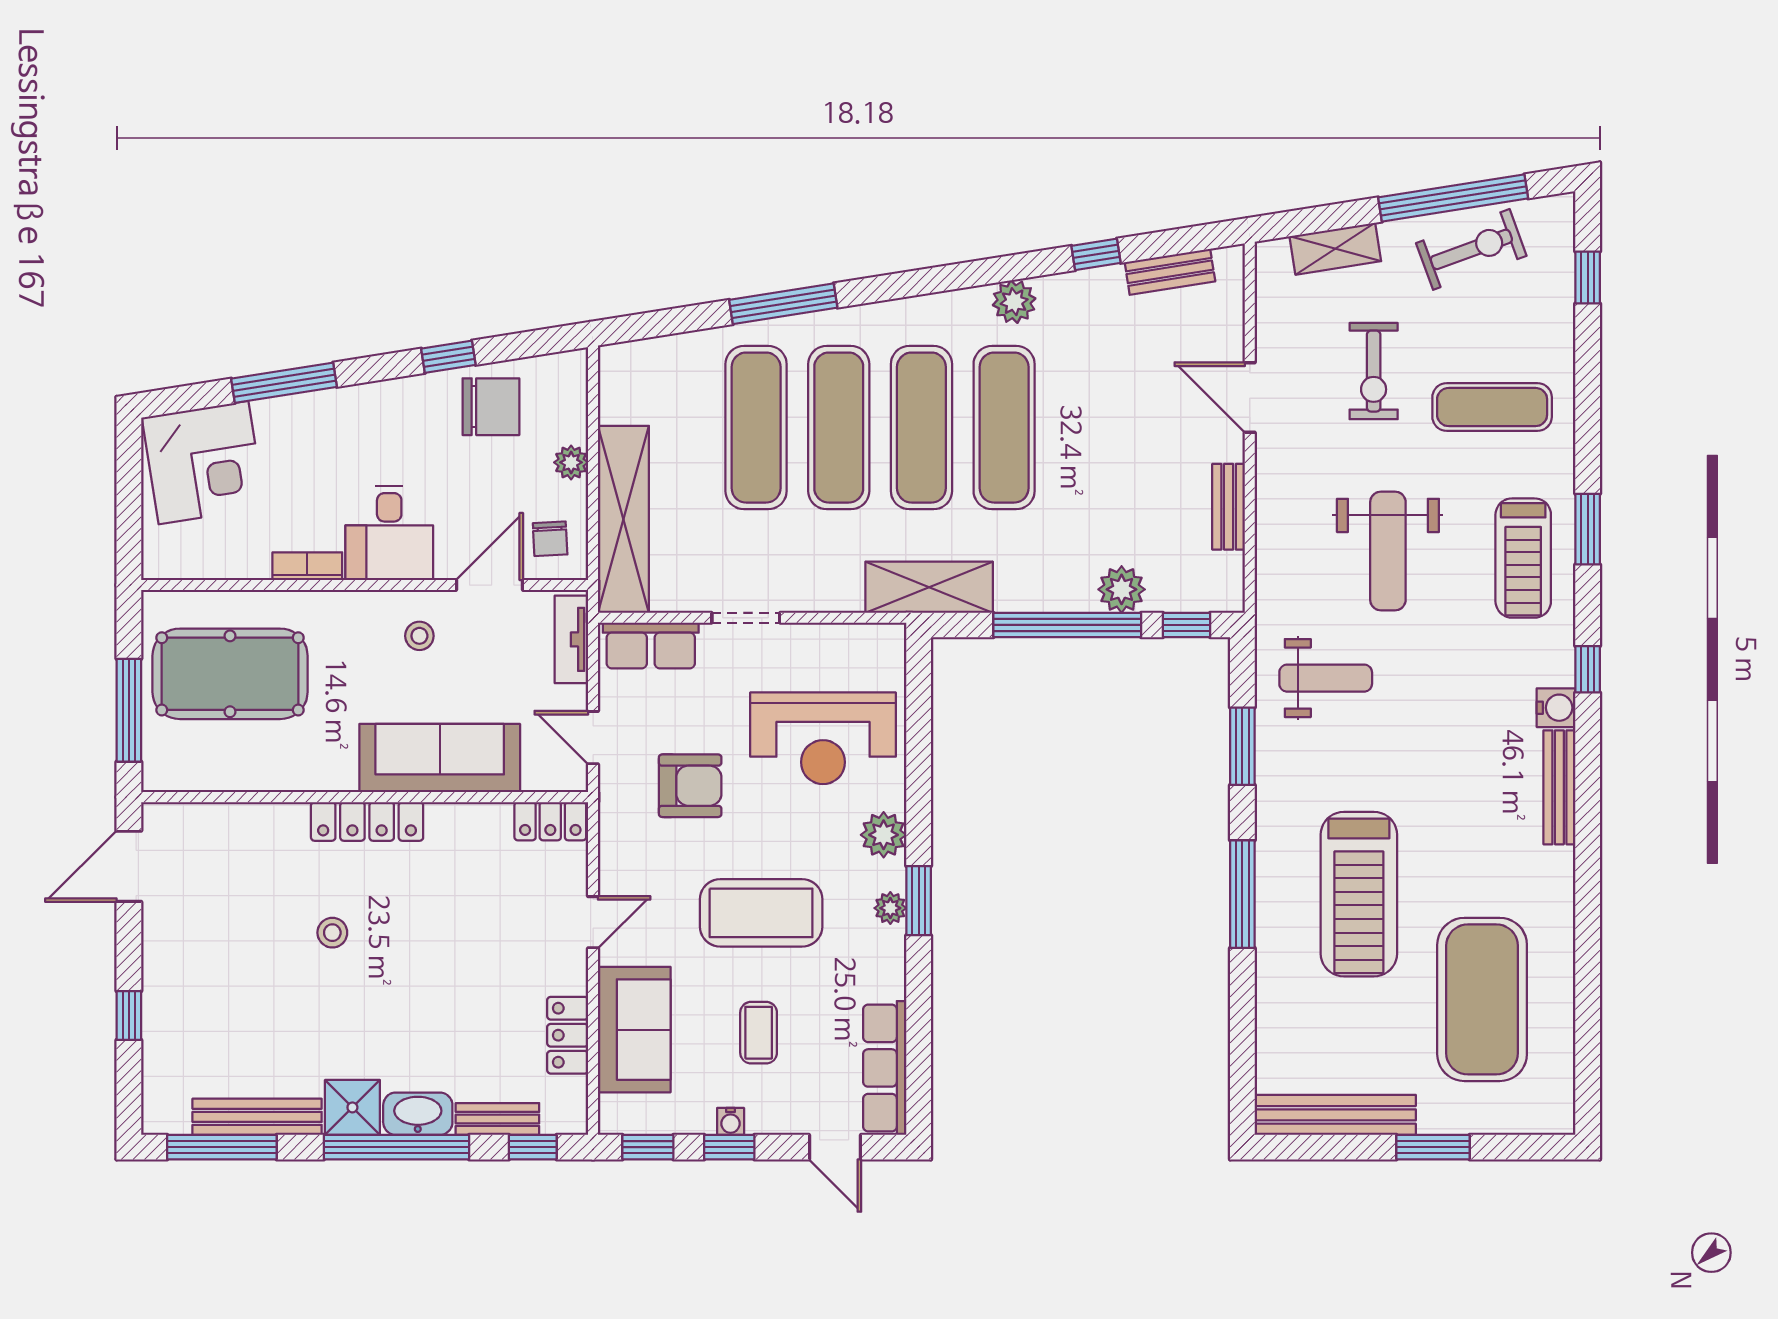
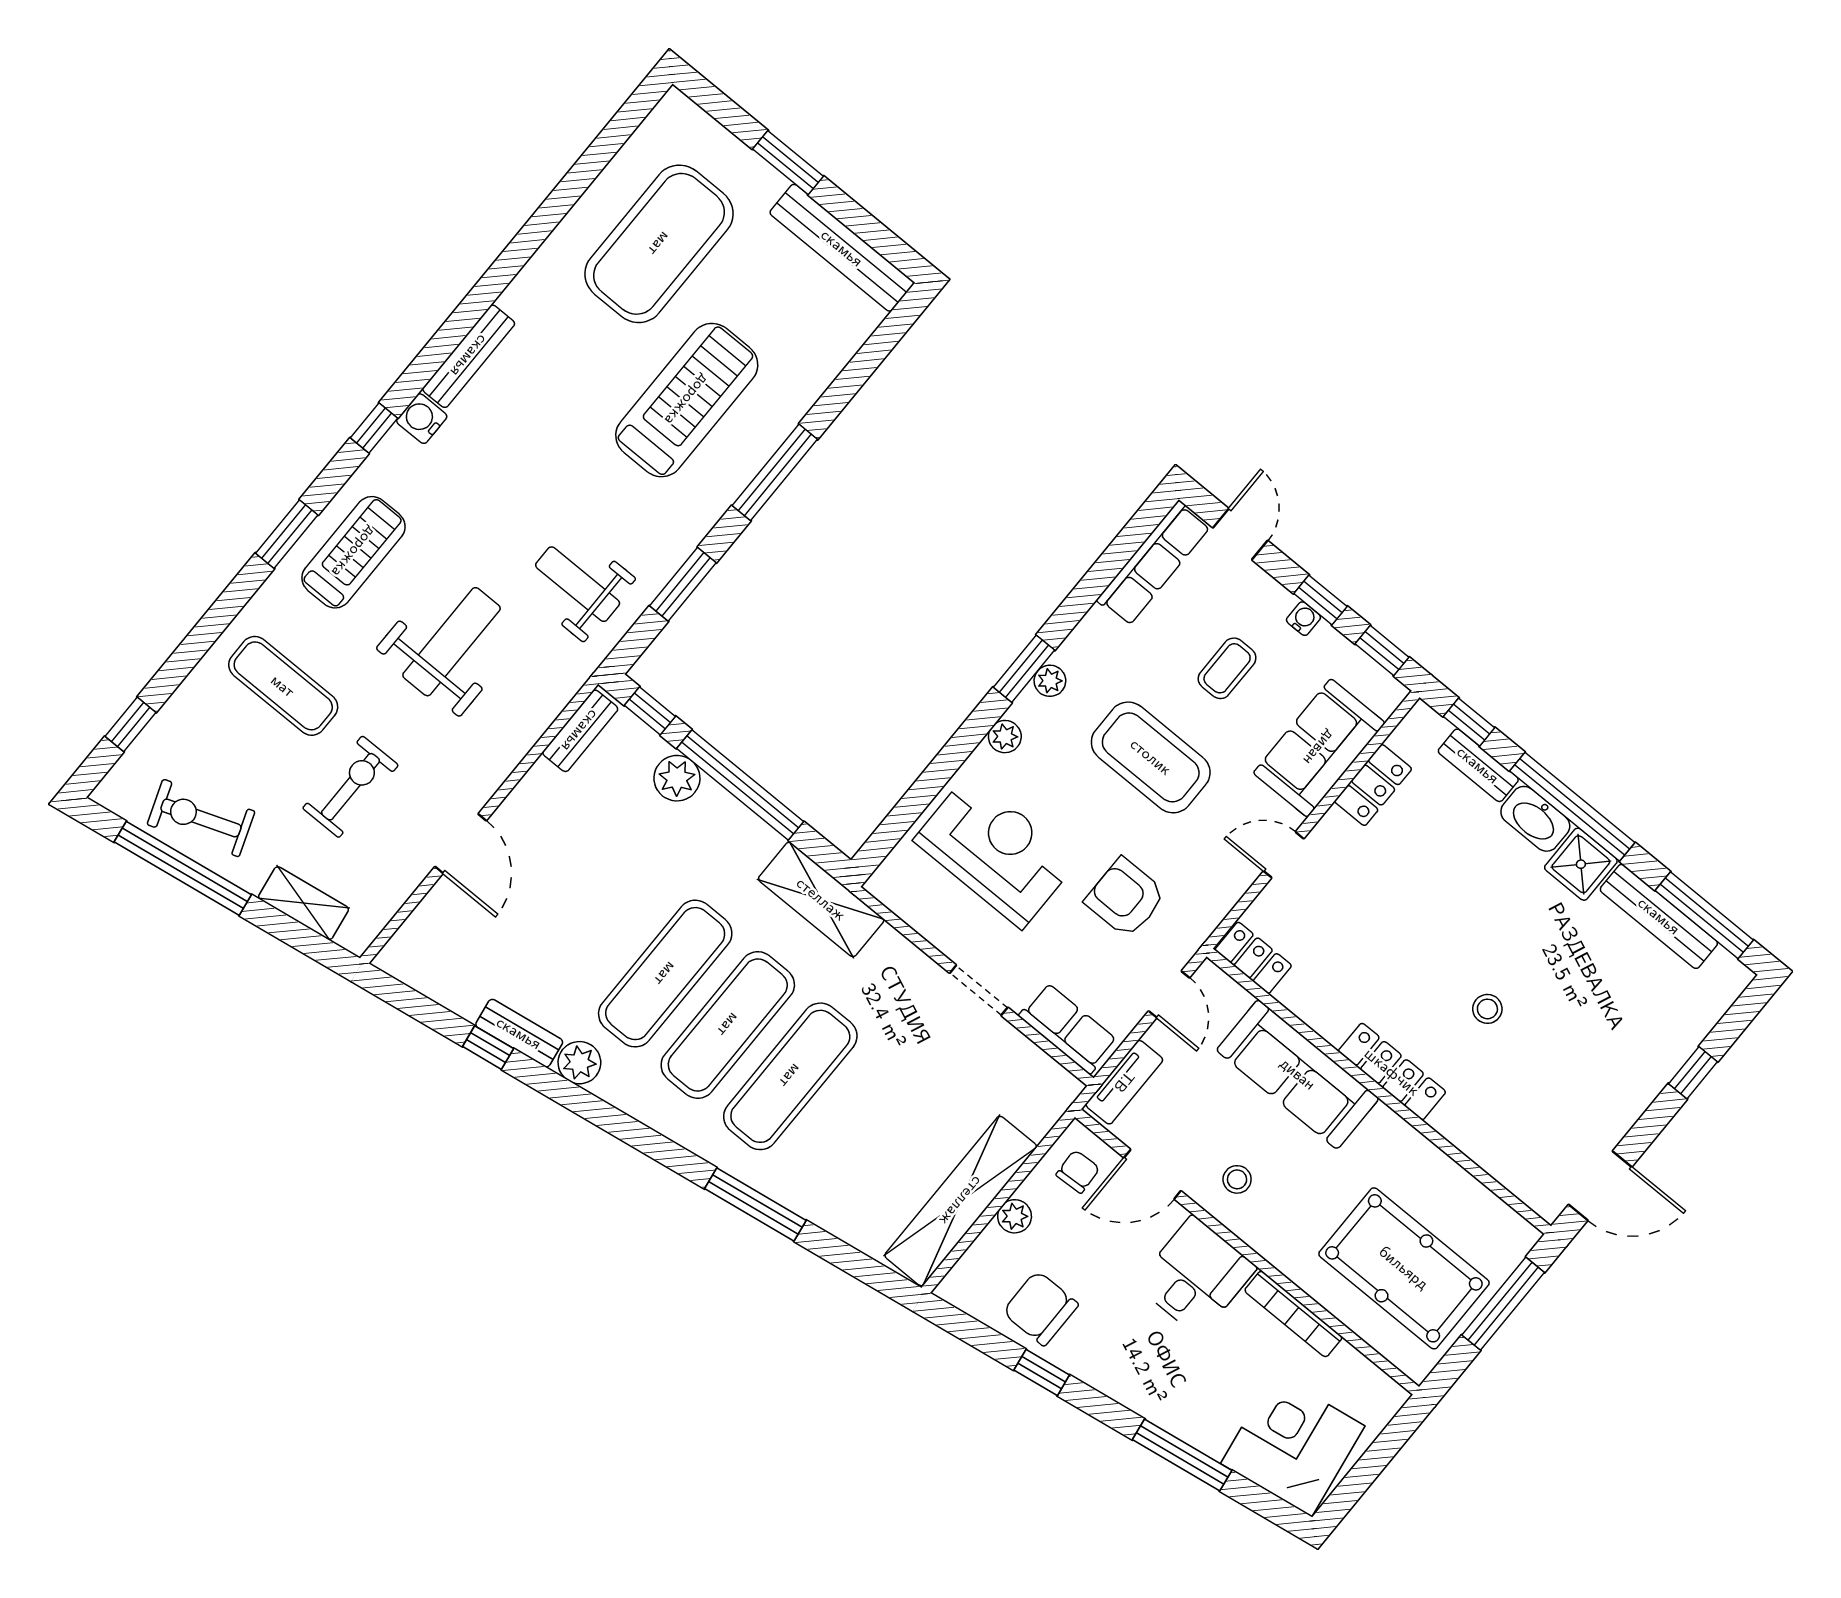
bench: (1170, 272) -> (519, 1033), moved
exercise mat: (756, 428) -> (853, 1128), removed
bench: (1229, 507) -> (580, 731), moved
shelving: (623, 519) -> (961, 1201), moved
bookcase: (307, 566) -> (1293, 1314), width x1.56
plant: (884, 835) -> (1005, 737), width x0.73, depth x0.73

